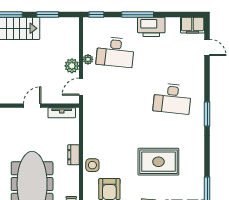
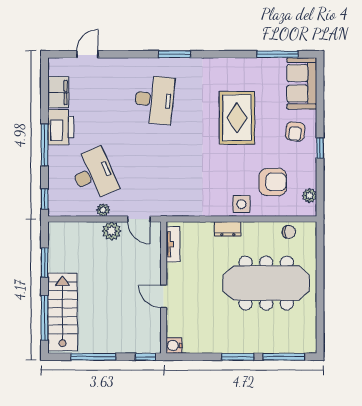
filing cabinet: (193, 25) -> (58, 92), moved
desk: (115, 52) -> (94, 174), turned -30
door: (32, 106) -> (164, 297), moved

